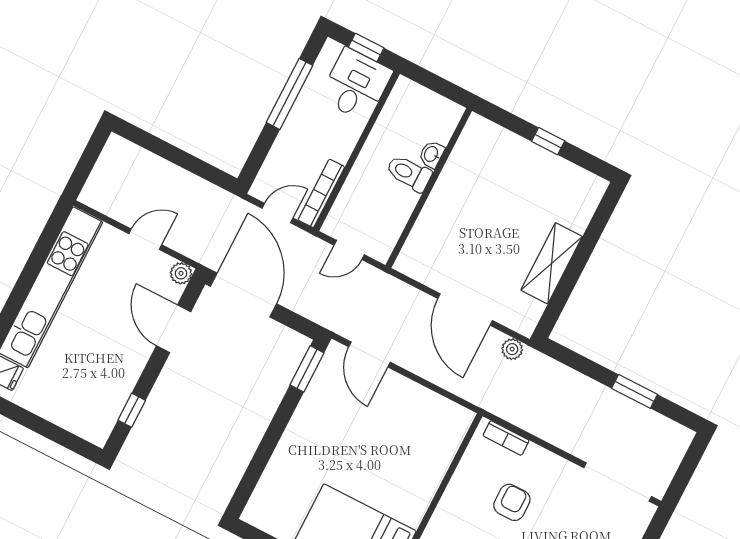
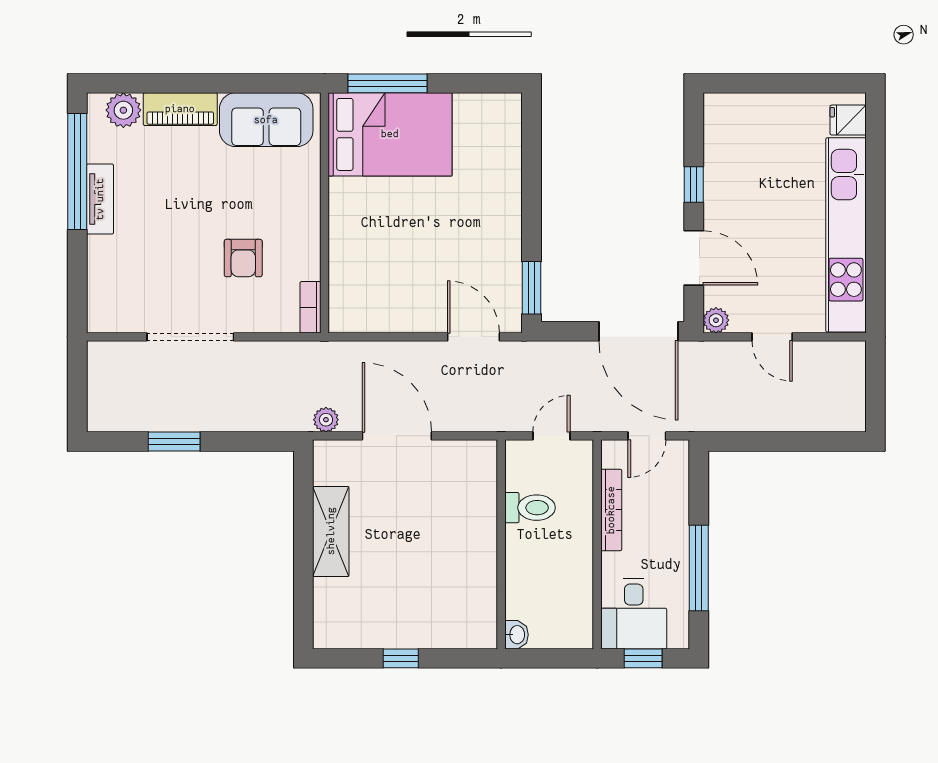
washbasin: (431, 154) -> (516, 635), moved
toilet: (409, 173) -> (530, 508), moved
bookcase: (321, 193) -> (611, 510), moved
door: (145, 239) -> (772, 337), hinge flipped
window: (132, 410) -> (694, 185), moved
bookcase: (506, 438) -> (310, 307), moved, turned -90
doorway: (618, 482) -> (190, 337), moved

